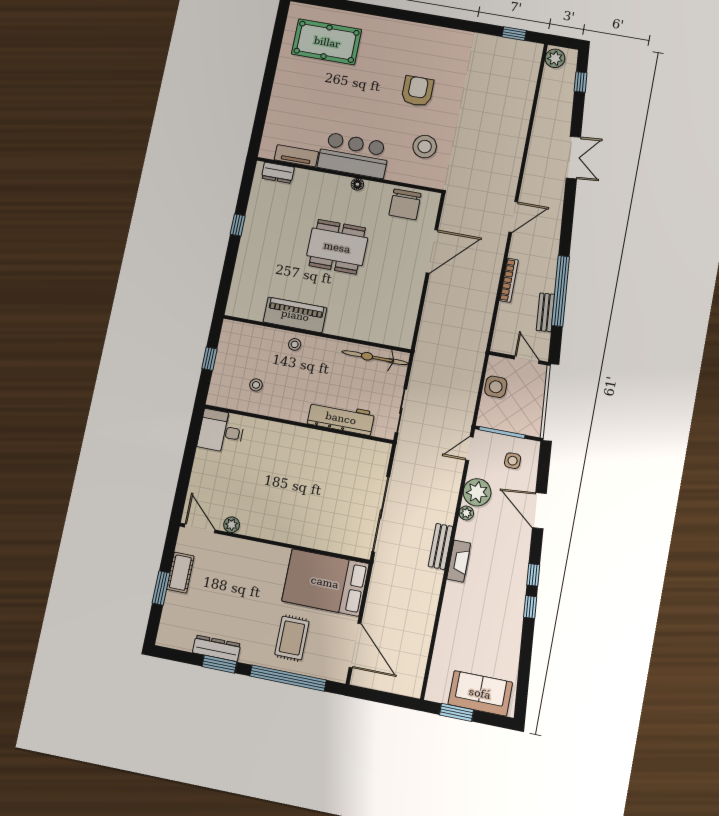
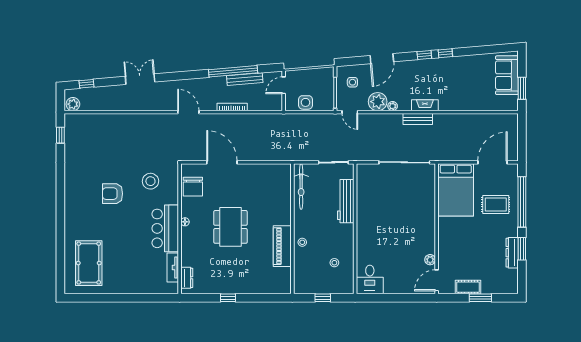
chair: (405, 204) -> (193, 187), turned 90
bench: (545, 312) -> (245, 79), width x1.36

